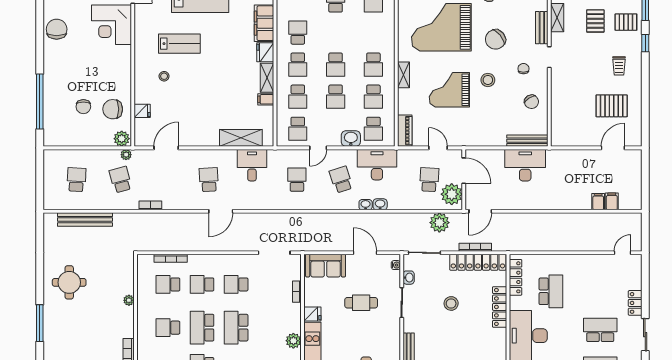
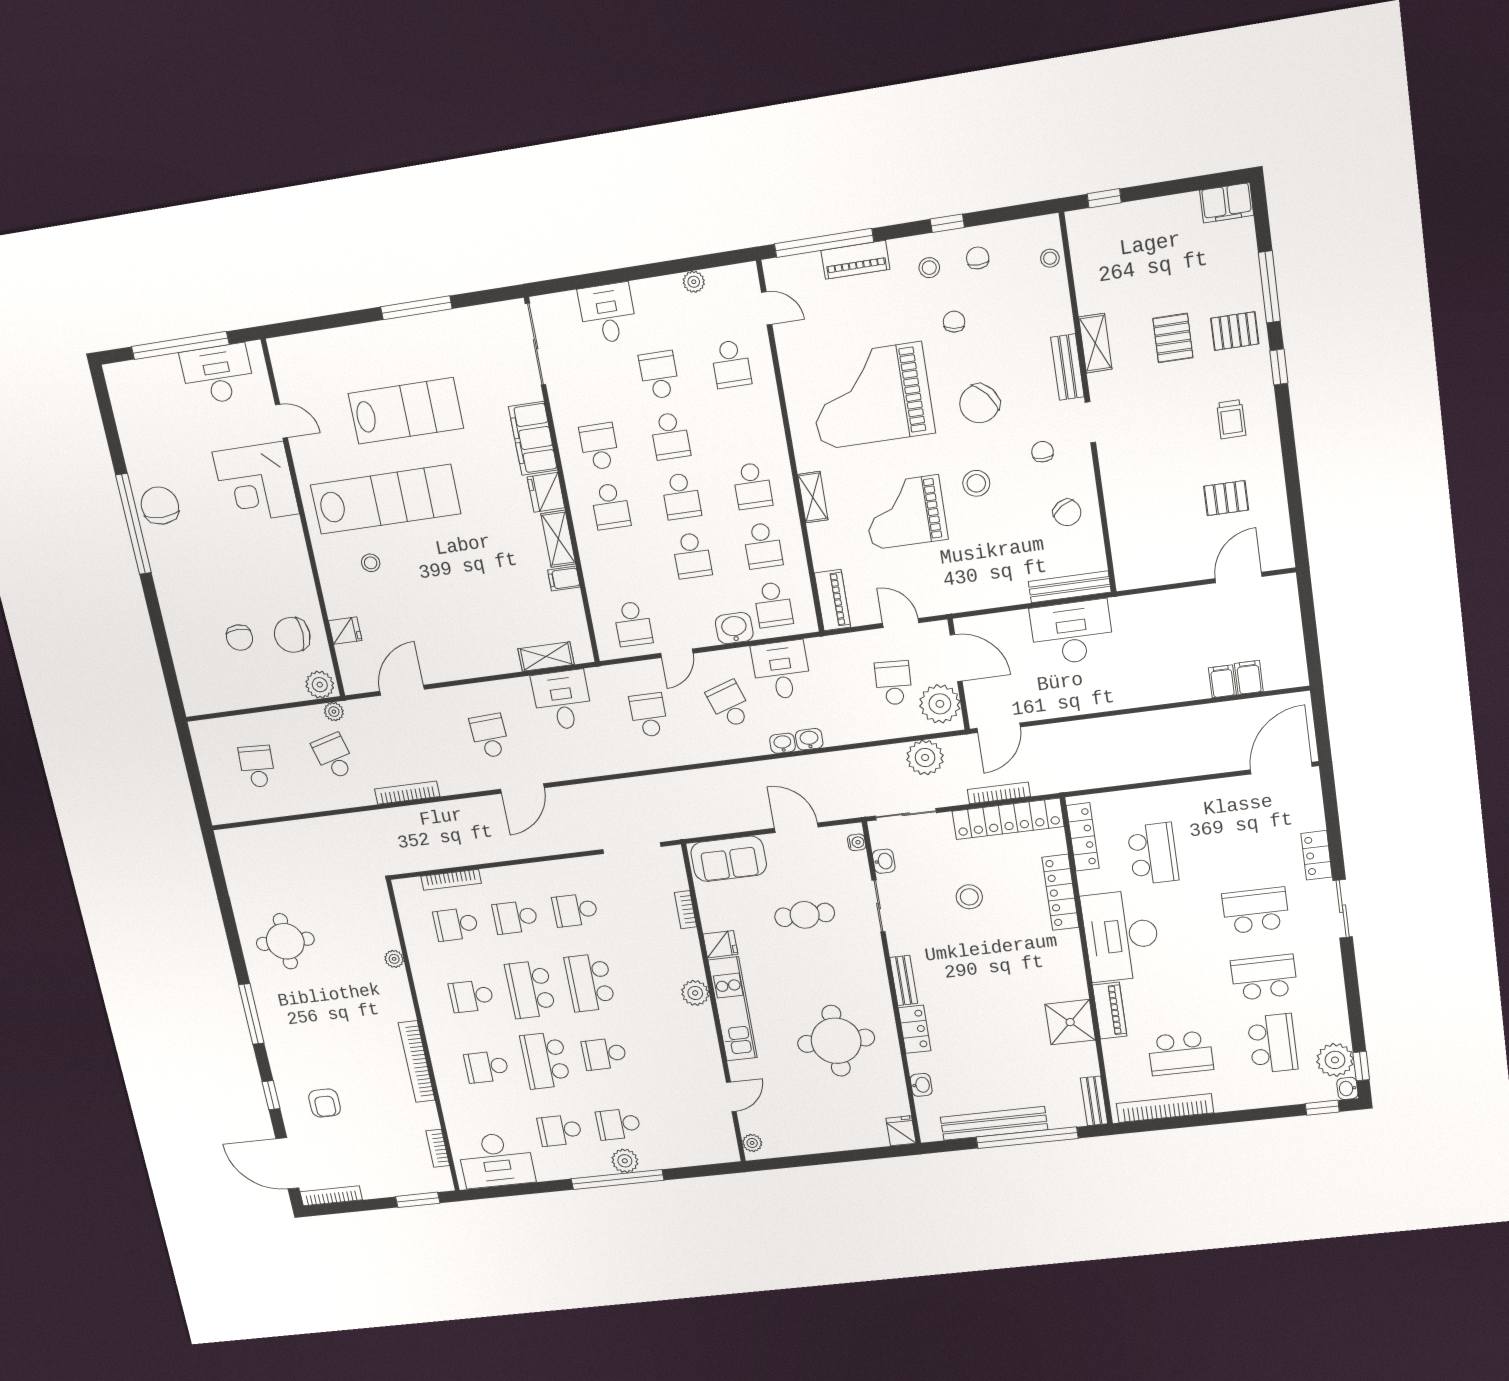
lab bench: (179, 44) -> (386, 499), width x1.86, depth x1.39
school desk: (298, 97) -> (670, 436), moved
window: (40, 102) -> (133, 524), moved
pallet: (612, 106) -> (1226, 498), width x0.67, depth x0.71
shelving: (241, 138) -> (546, 657), width x0.67, depth x0.75
desk: (377, 165) -> (781, 670), width x0.73
bookcase: (150, 205) -> (407, 793), width x1.56
bench: (85, 220) -> (288, 833), removed
door: (623, 253) -> (1281, 768), width x1.88

